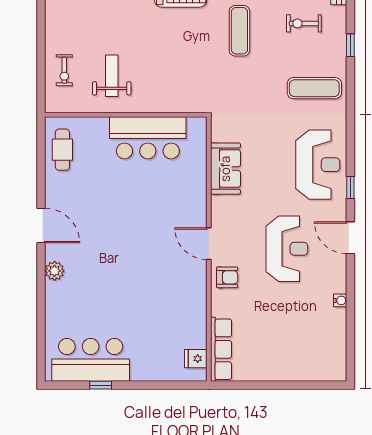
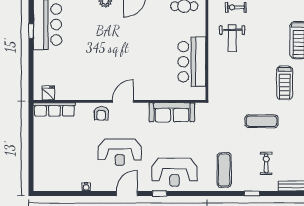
weight bench: (112, 76) -> (232, 38), turned 90
sofa: (225, 169) -> (172, 112), width x1.36

